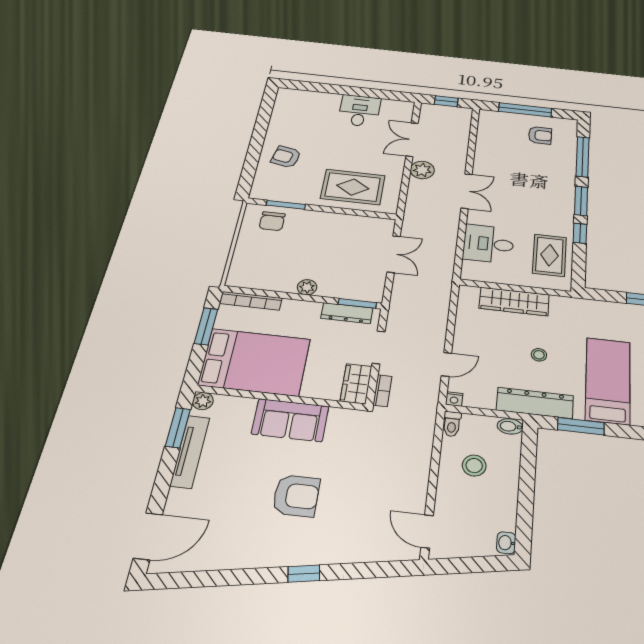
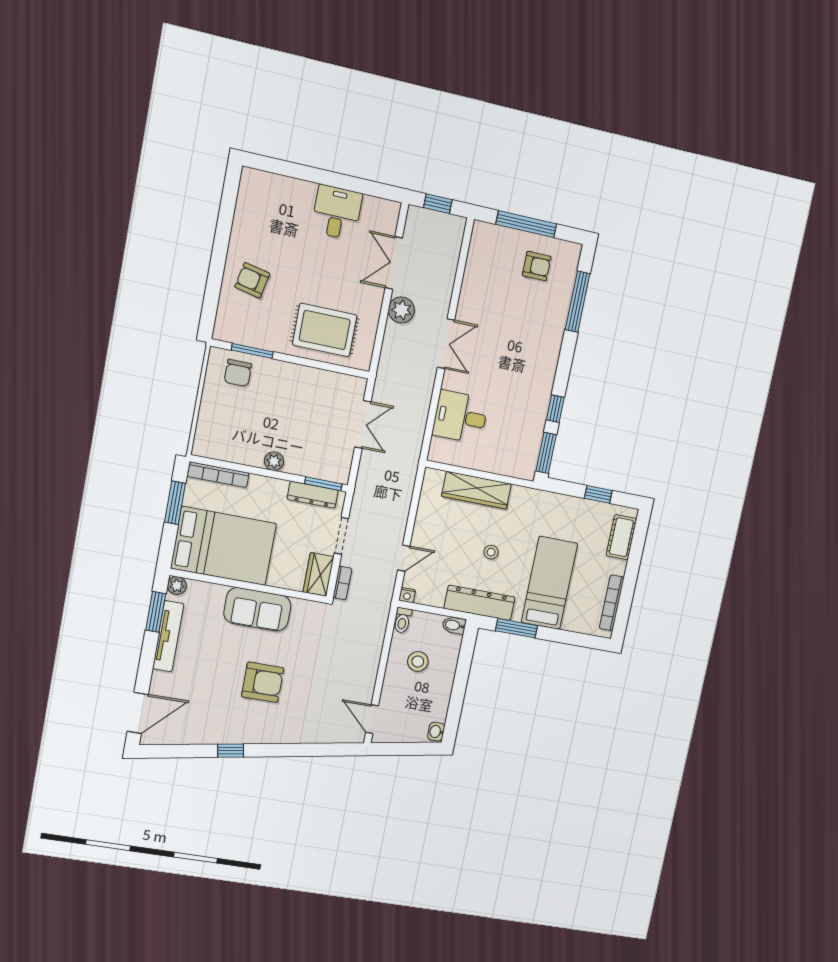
window: (581, 201) -> (546, 453), moved
rug: (549, 255) -> (520, 435), removed
window: (304, 574) -> (231, 751), moved

